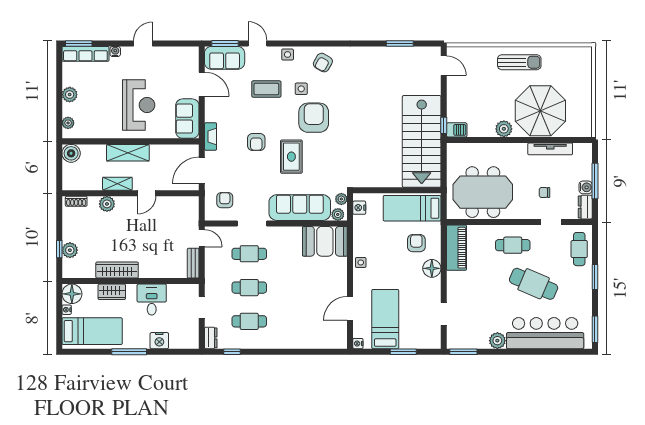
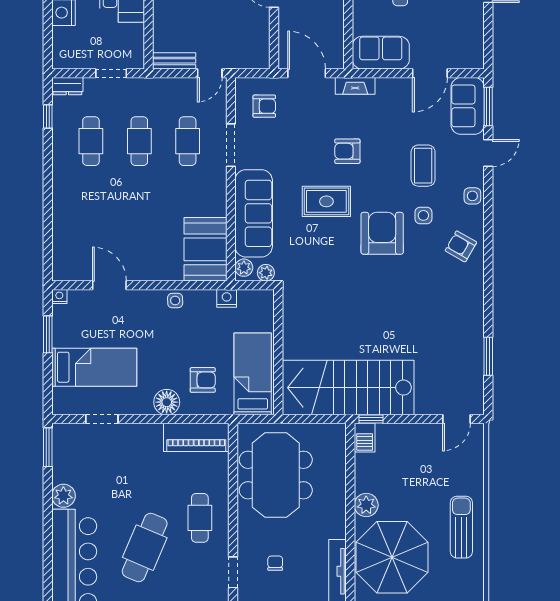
sun lounger: (519, 62) -> (461, 527), turned 180
armchair: (314, 118) -> (382, 233), turned -90
nightstand: (359, 208) -> (227, 298), moved
bed: (385, 319) -> (94, 367), moved
window: (403, 352) -> (48, 334), moved

